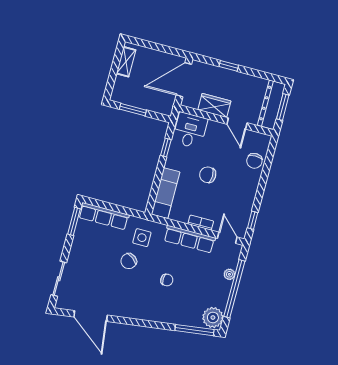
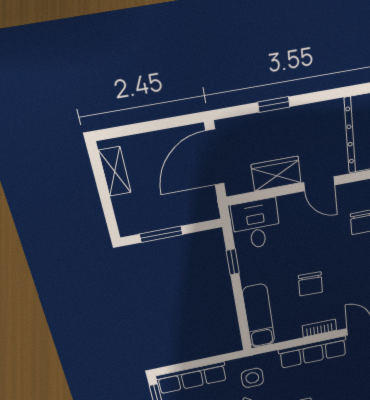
chair: (208, 175) -> (310, 284), moved, turned -88

